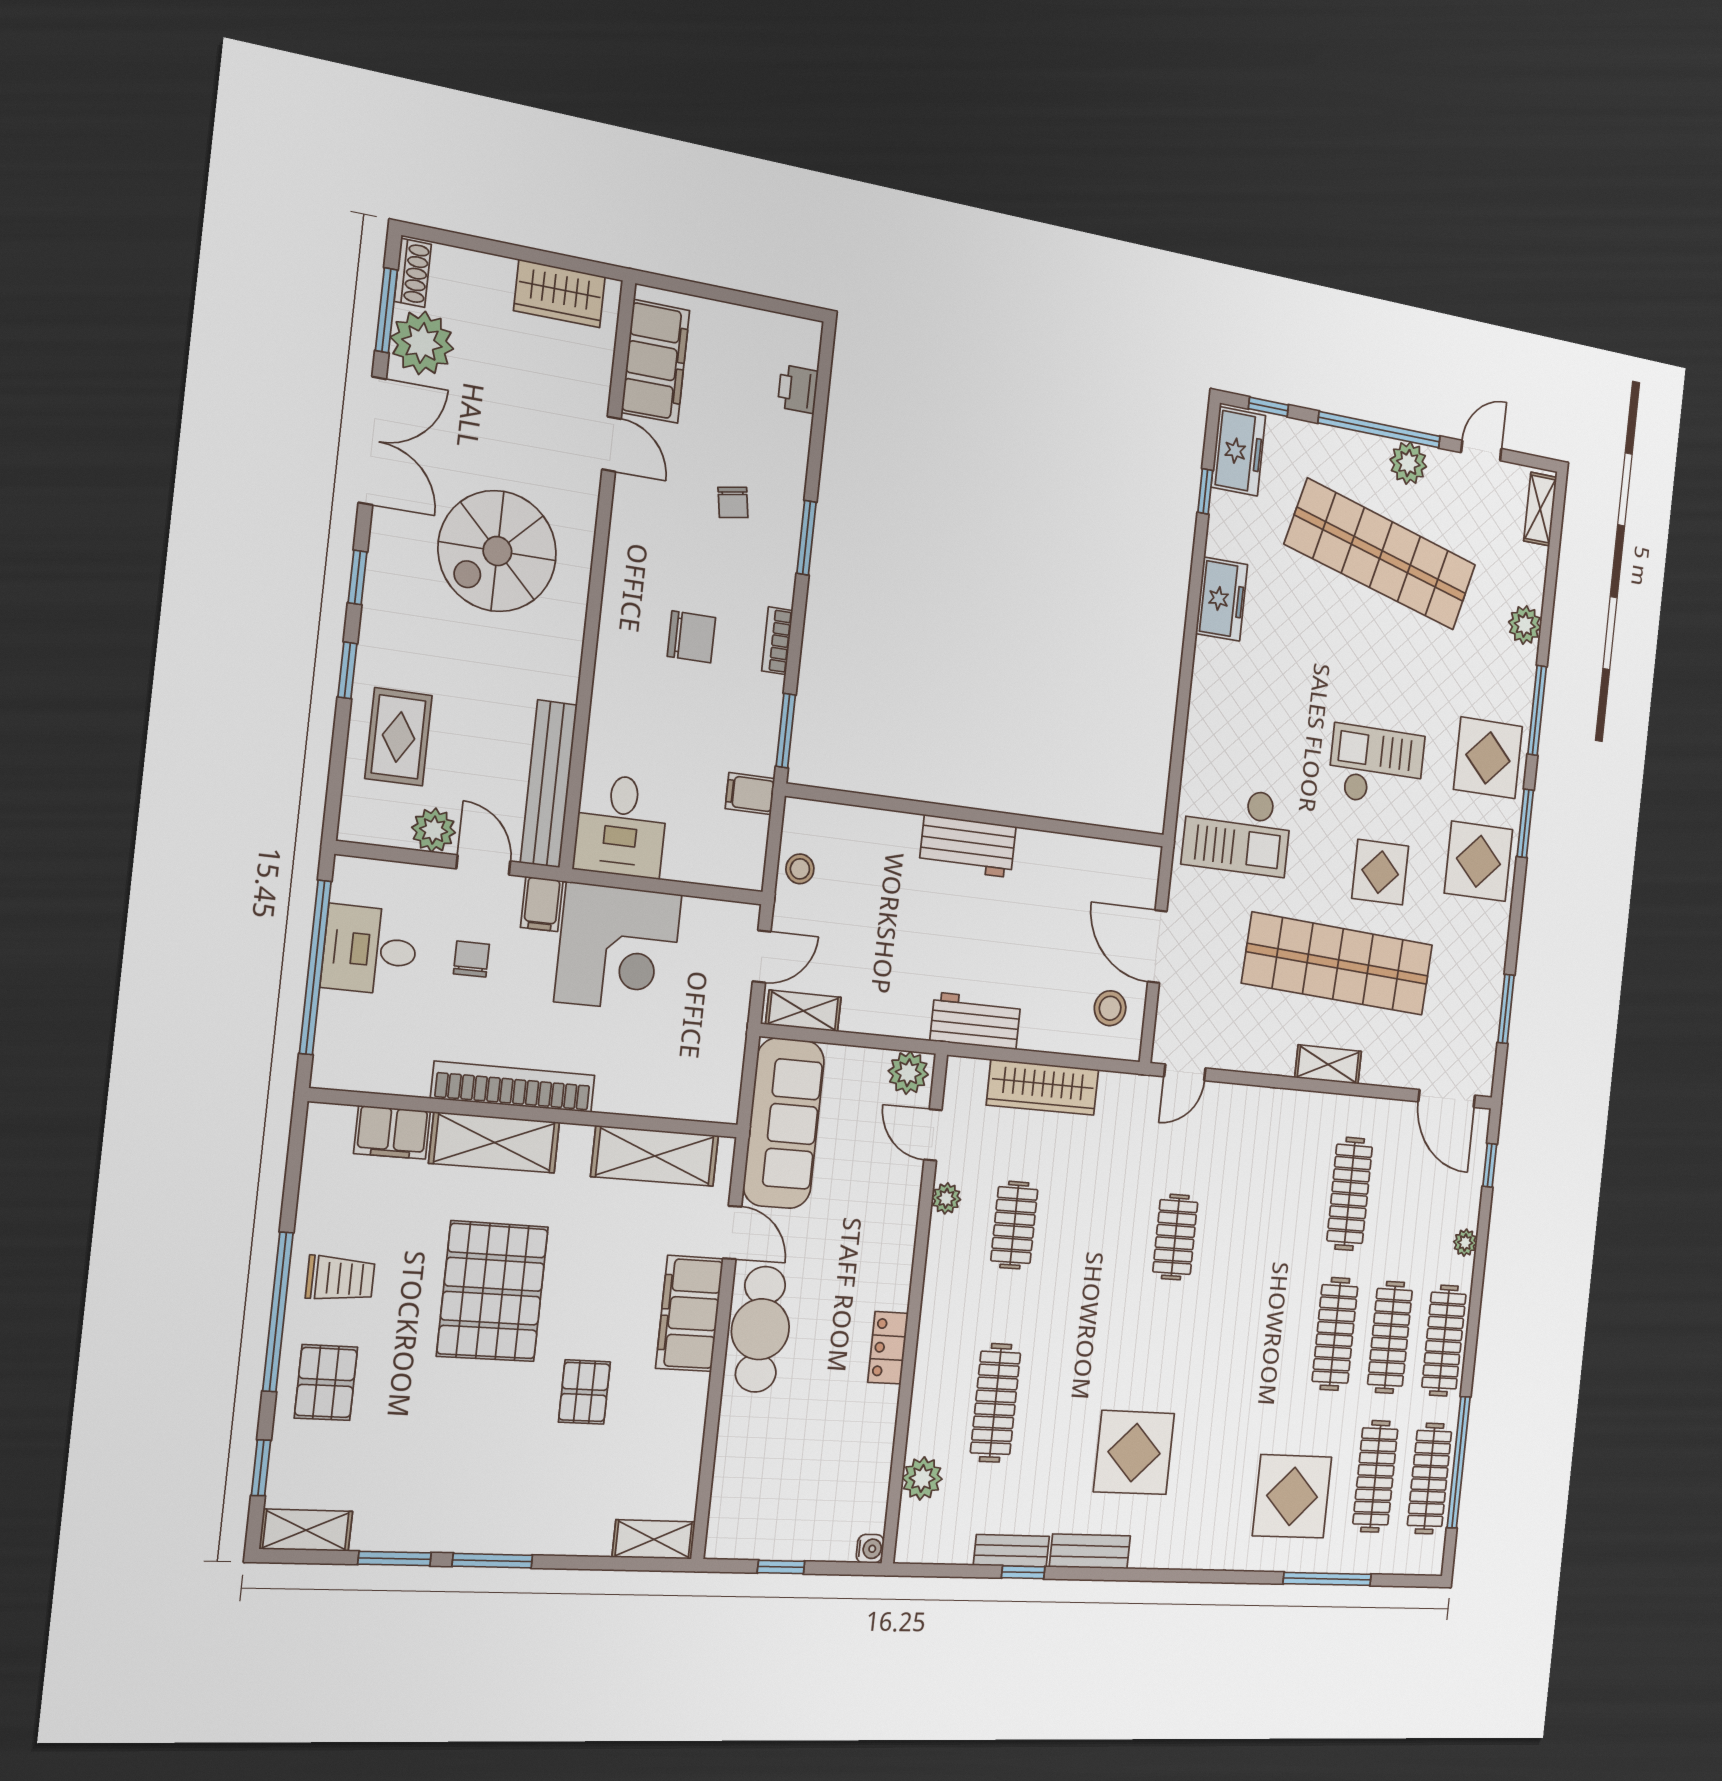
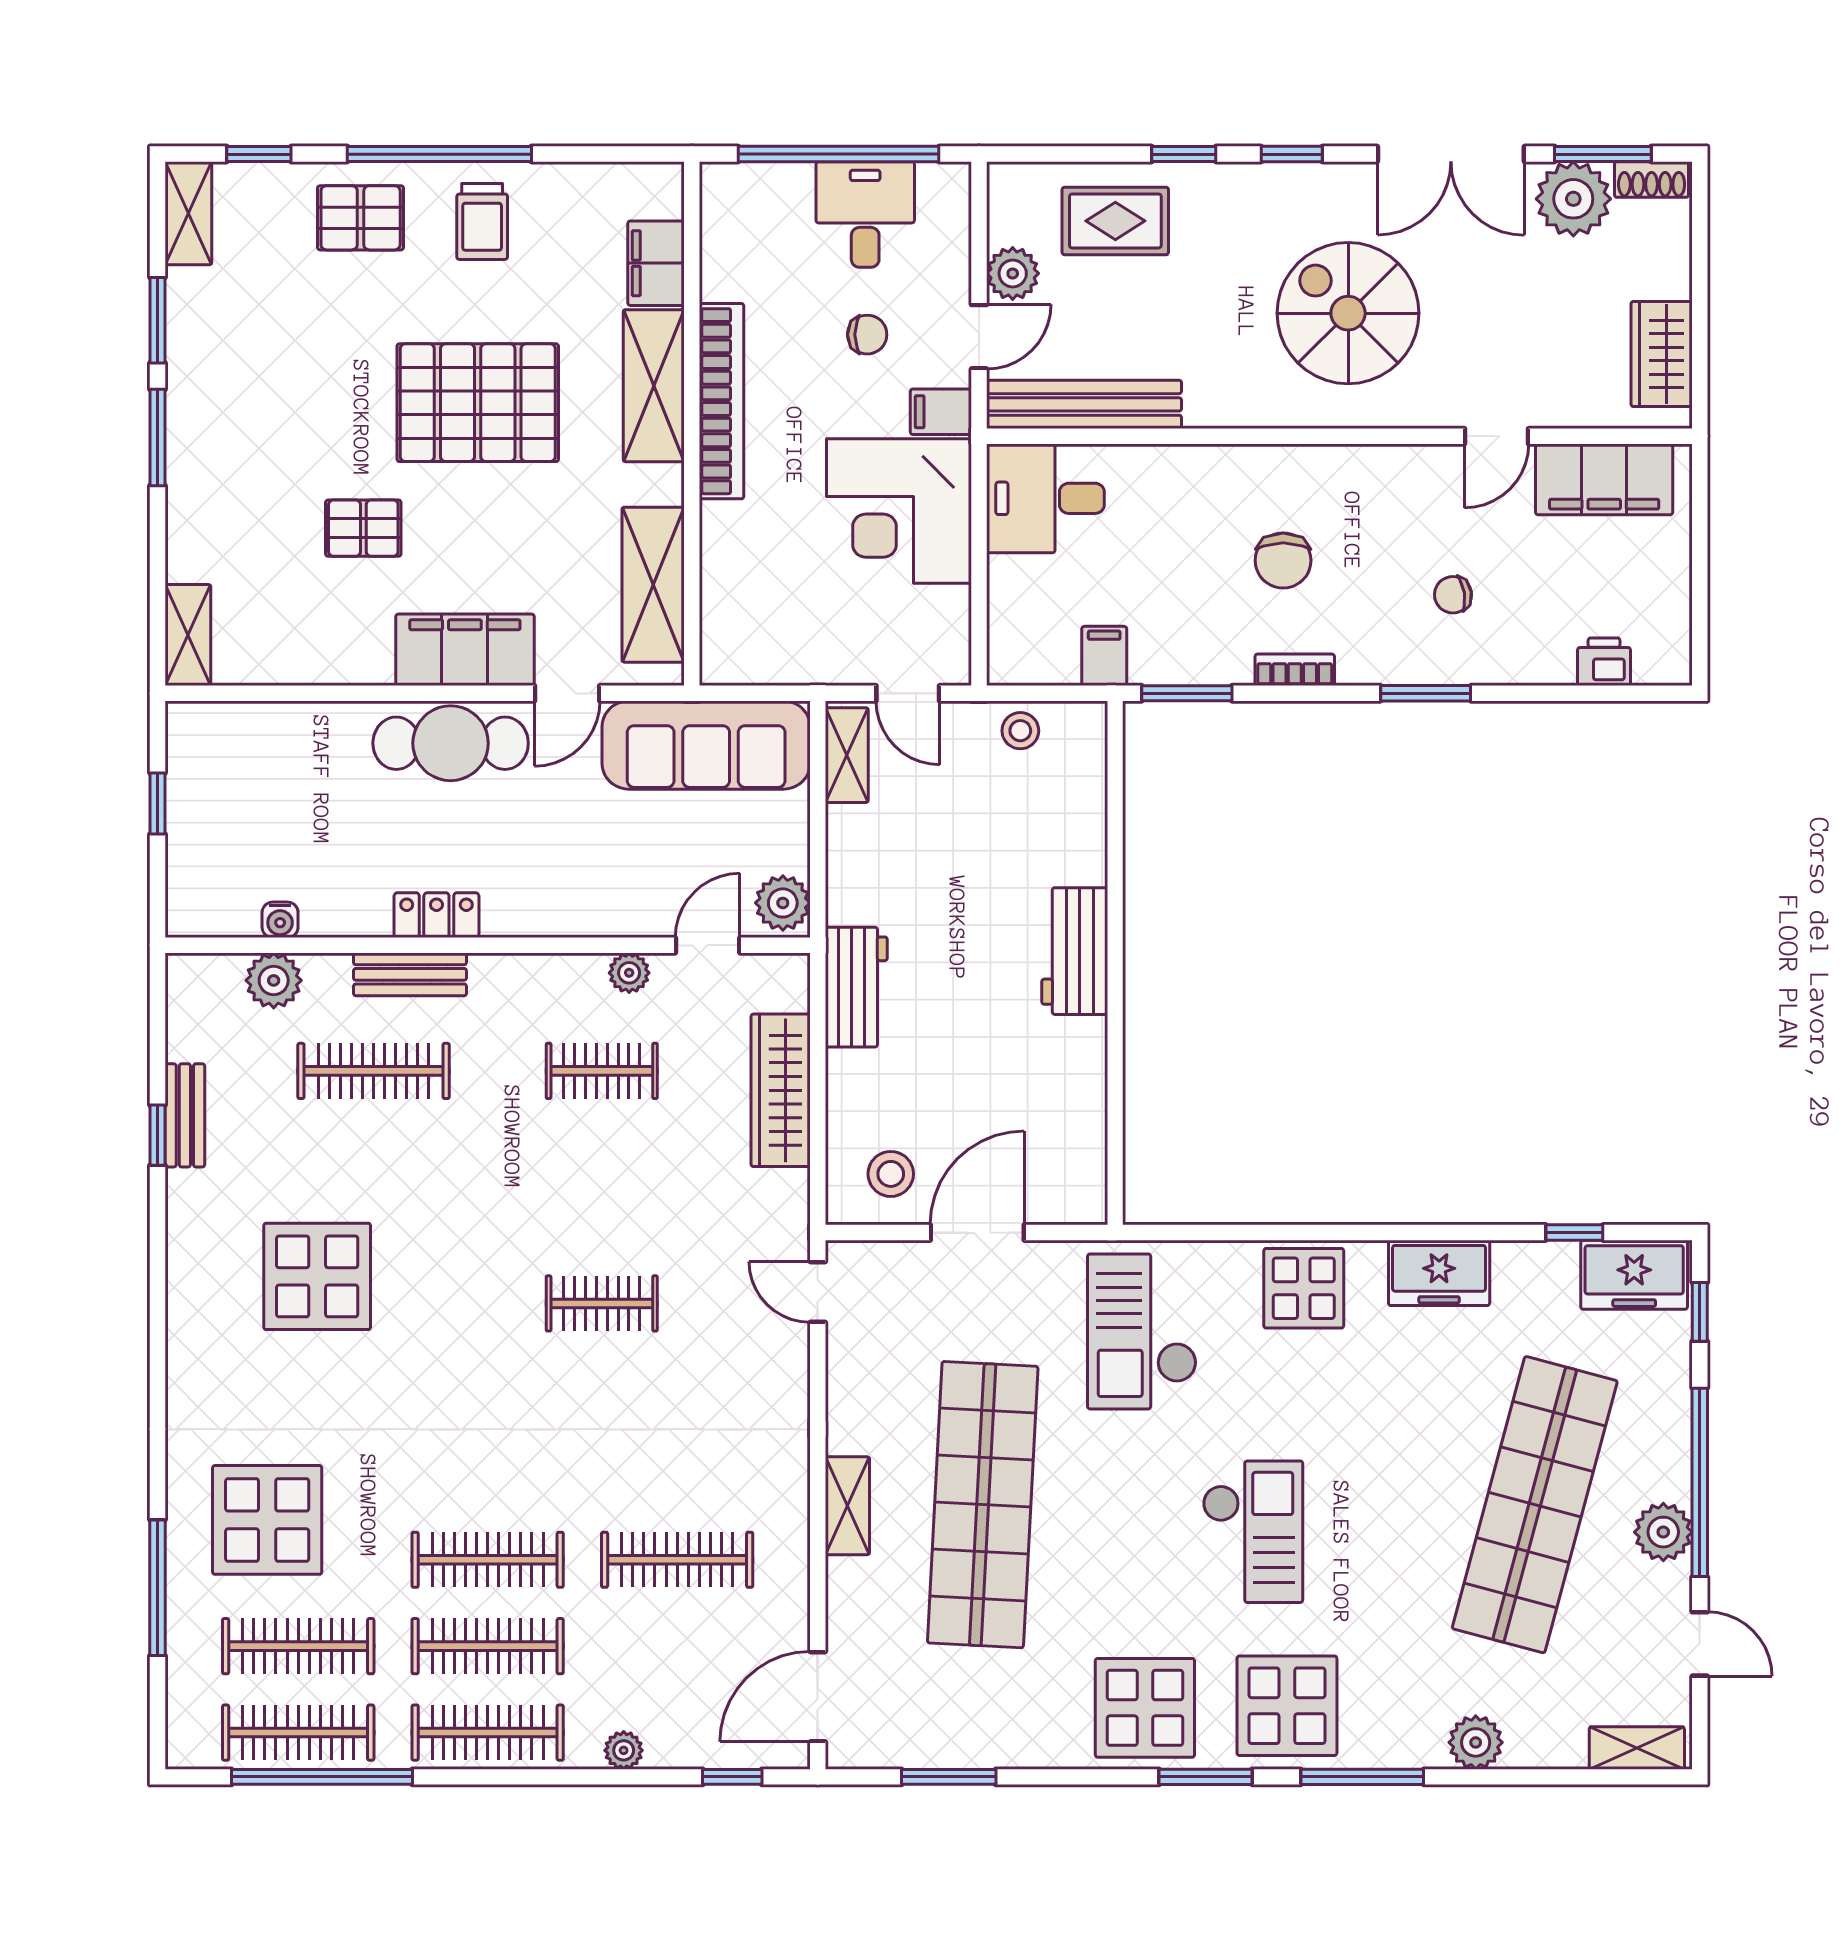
display table: (1380, 872) -> (1304, 1288), moved
water cooler: (870, 1549) -> (280, 920), moved
bench: (1090, 1551) -> (410, 974), moved, turned 90

